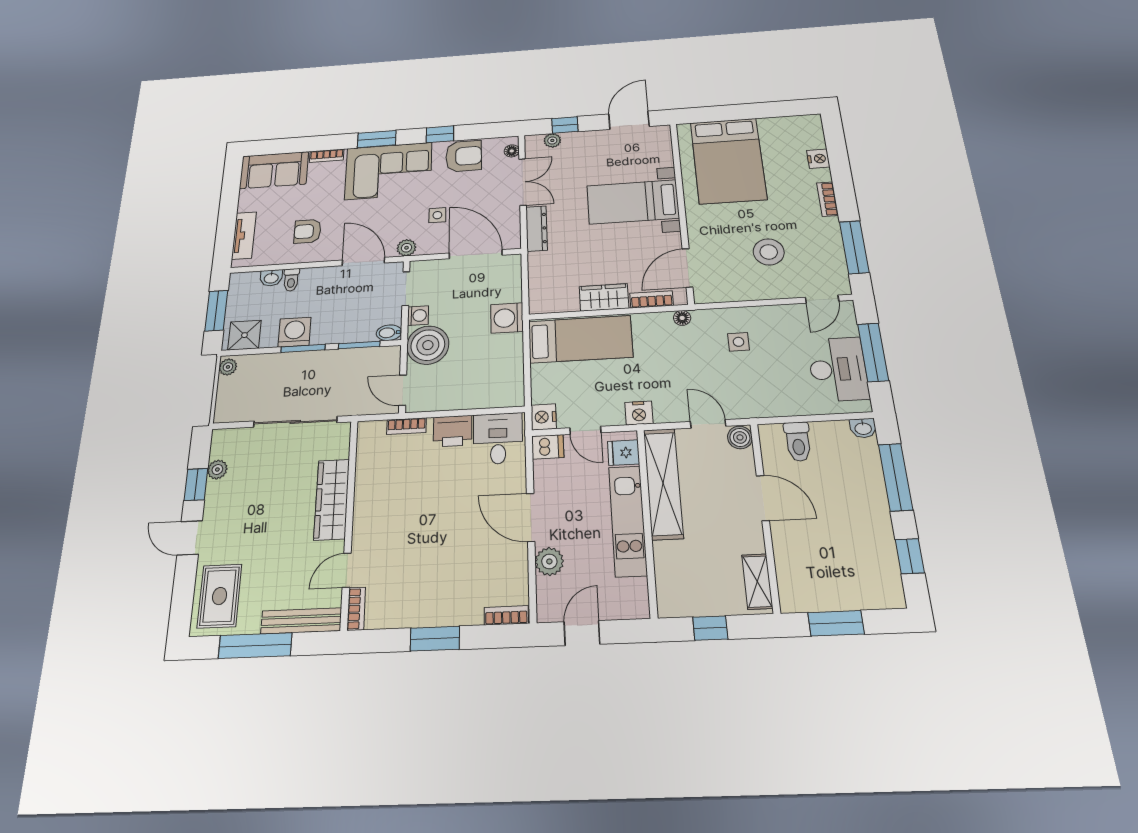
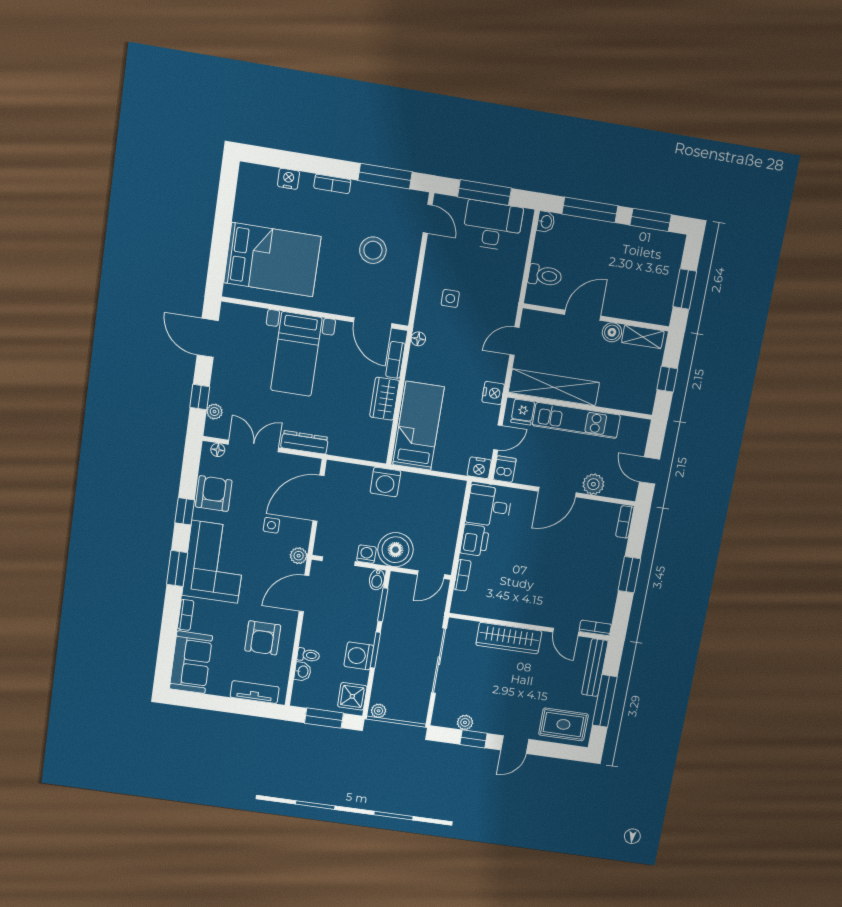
armchair: (307, 231) -> (263, 638), width x1.38, depth x1.38
boiler: (740, 437) -> (612, 332), moved
window: (910, 556) -> (651, 220), width x1.50

